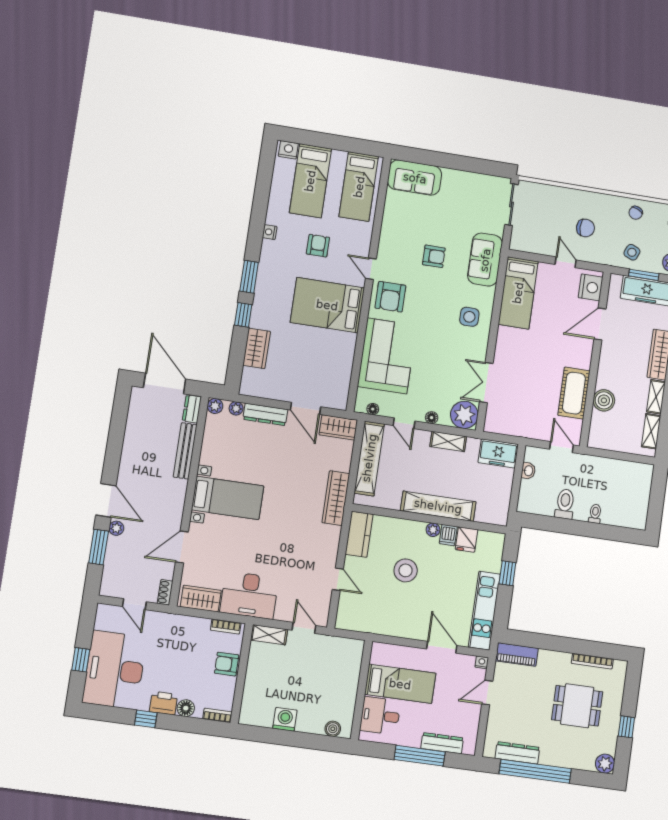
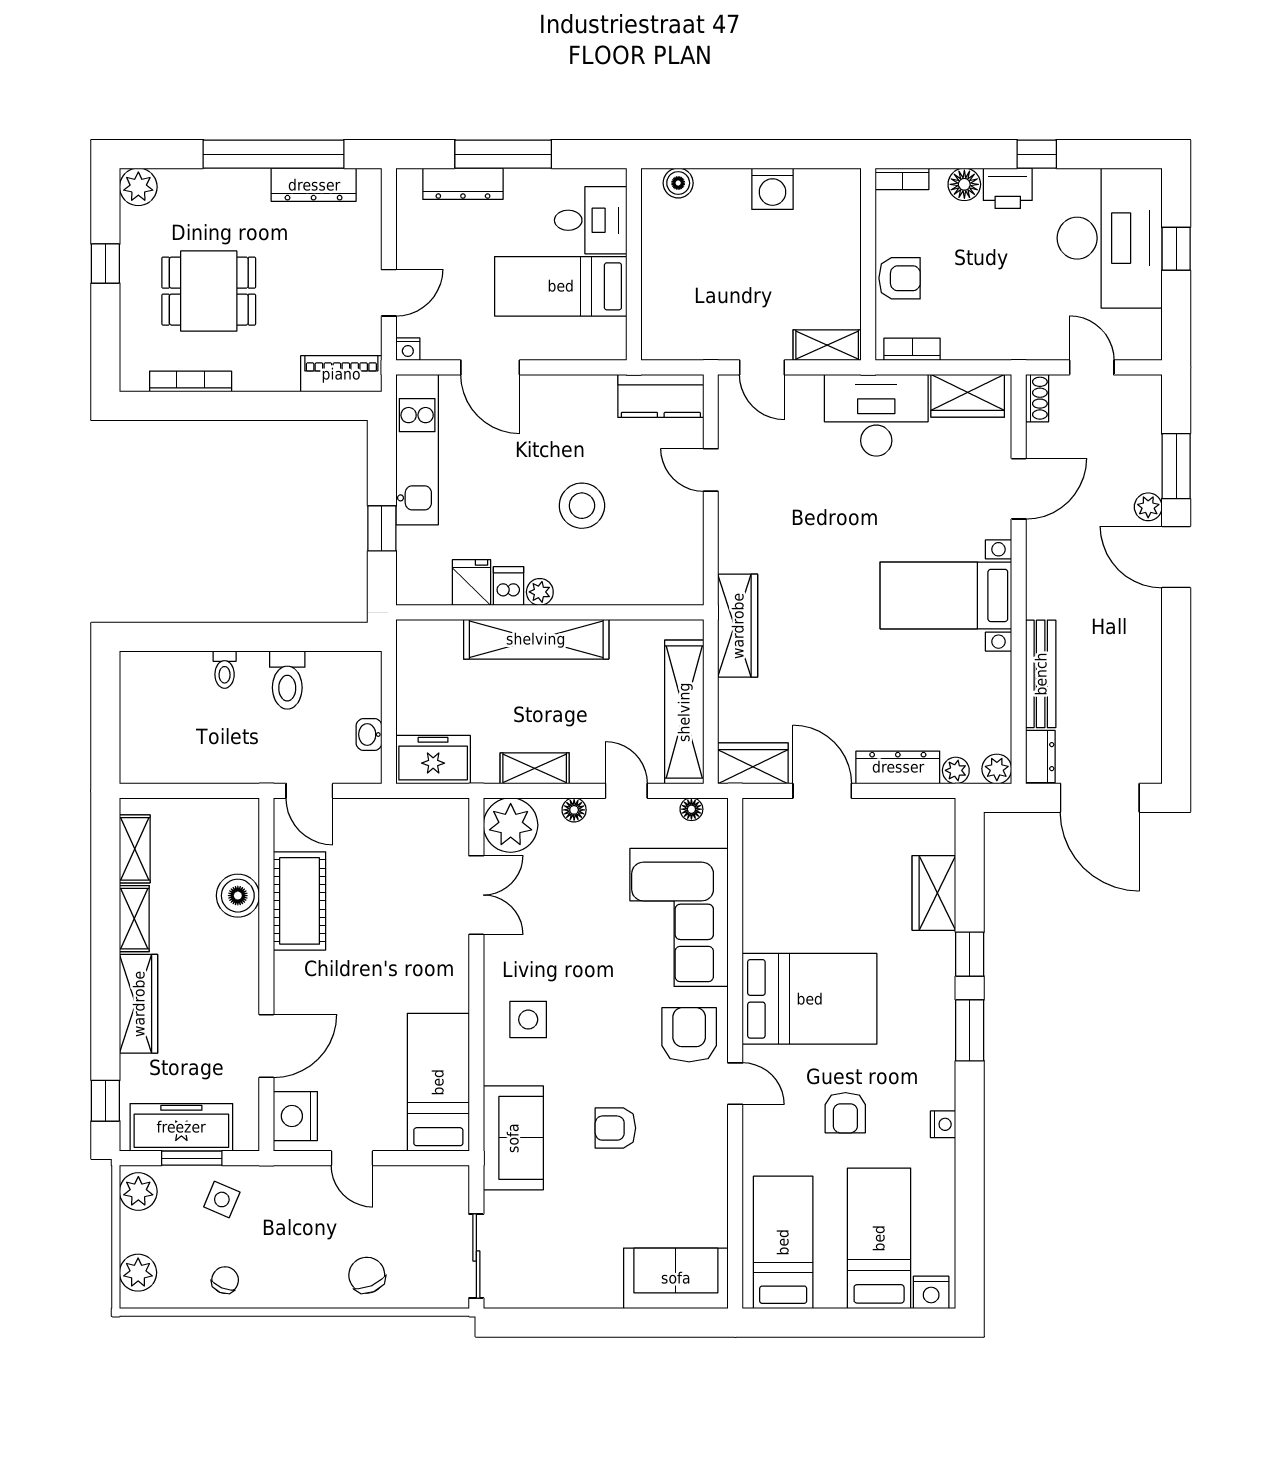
chair: (585, 228) -> (367, 1275), moved, turned 67
kitchen counter: (359, 534) -> (661, 396), moved, turned -90

